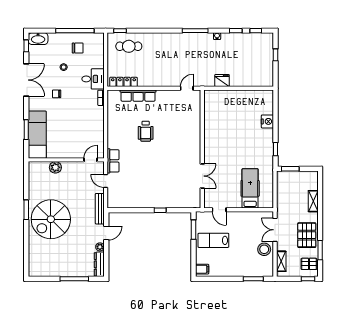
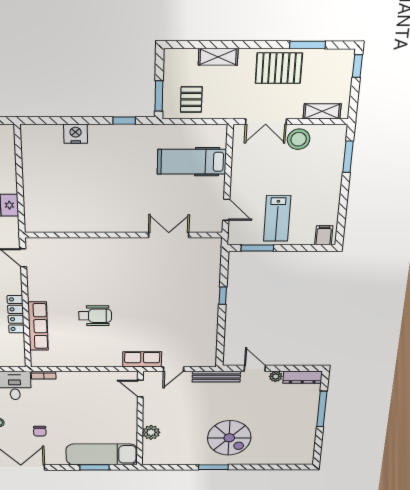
locker: (123, 82) -> (16, 314), moved
door: (219, 210) -> (226, 210), hinge flipped
spiral stairs: (51, 219) -> (229, 438), width x0.73, depth x0.73
pallet: (309, 264) -> (191, 99), moved

